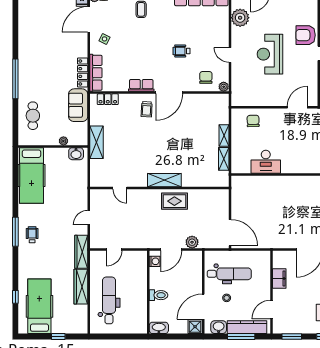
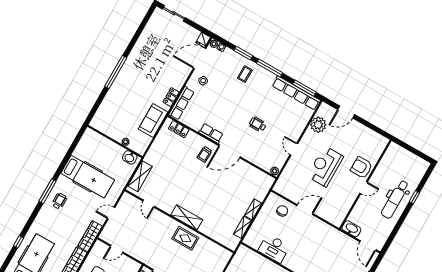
locker: (83, 73) -> (171, 97), width x0.66
chair: (206, 77) -> (265, 156), removed
door: (297, 107) -> (305, 210), moved
cafe table: (33, 116) -> (113, 108), removed
shelving: (96, 142) -> (140, 176), moved
hospital bed: (31, 175) -> (88, 177), moved, turned -90

